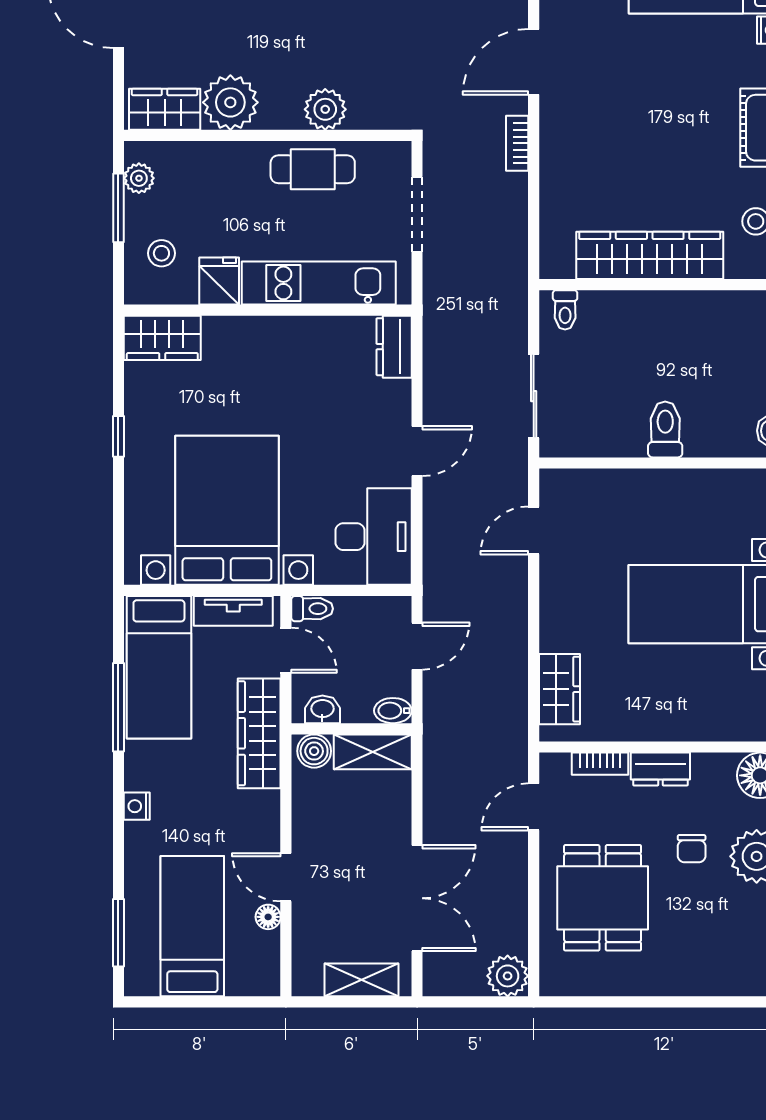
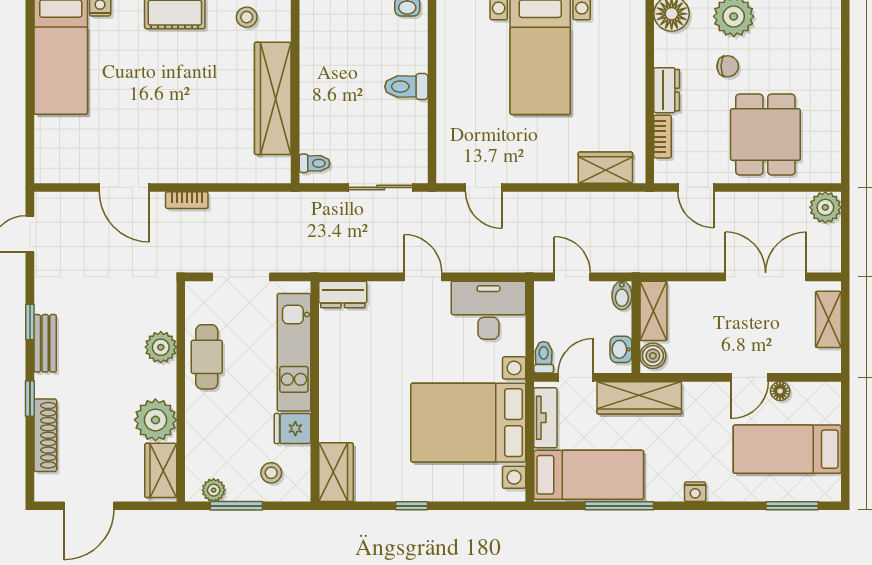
dining table: (603, 898) -> (765, 135), turned 90

